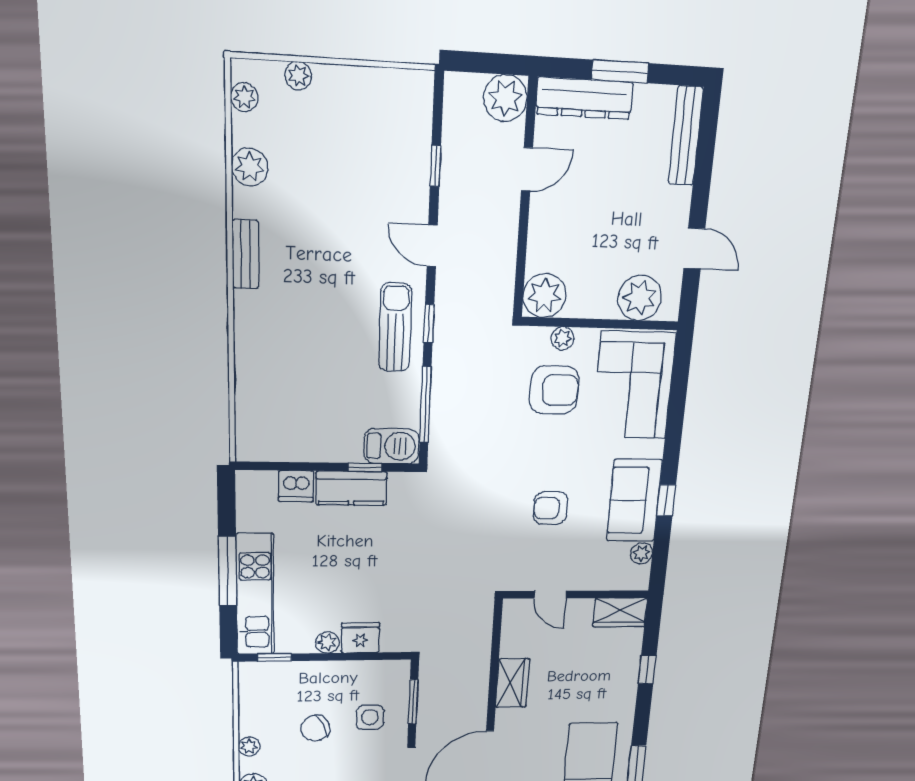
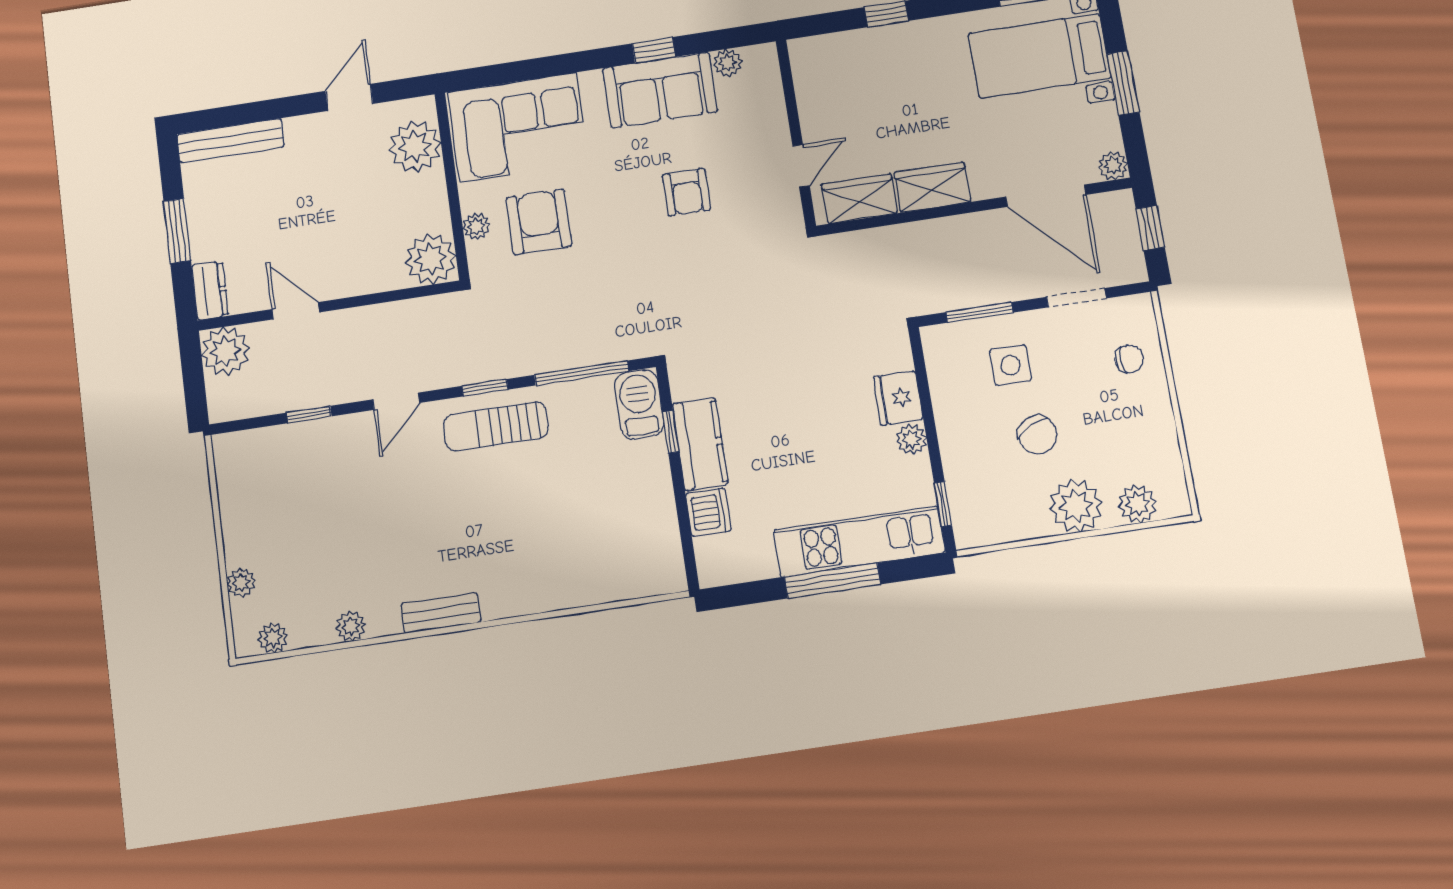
dresser: (585, 98) -> (210, 291), width x0.51, depth x0.80
plant: (250, 167) -> (351, 626), width x0.73, depth x0.73
wardrobe: (620, 612) -> (859, 199), moved, turned -90
plant: (249, 747) -> (1076, 506), width x1.87, depth x1.87

